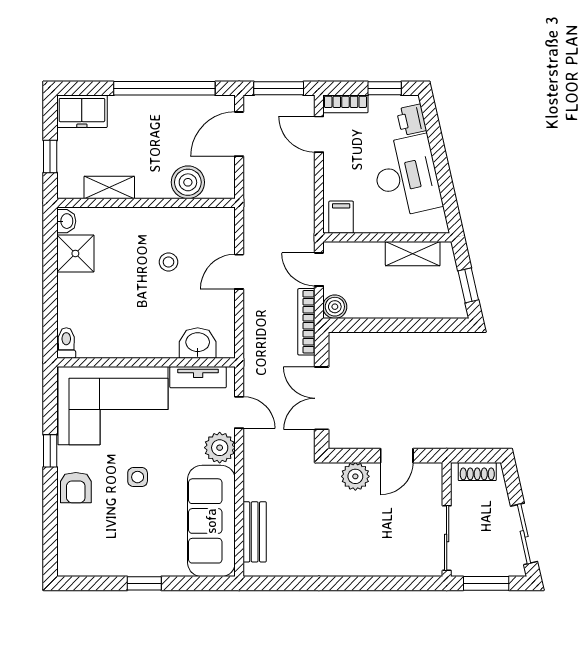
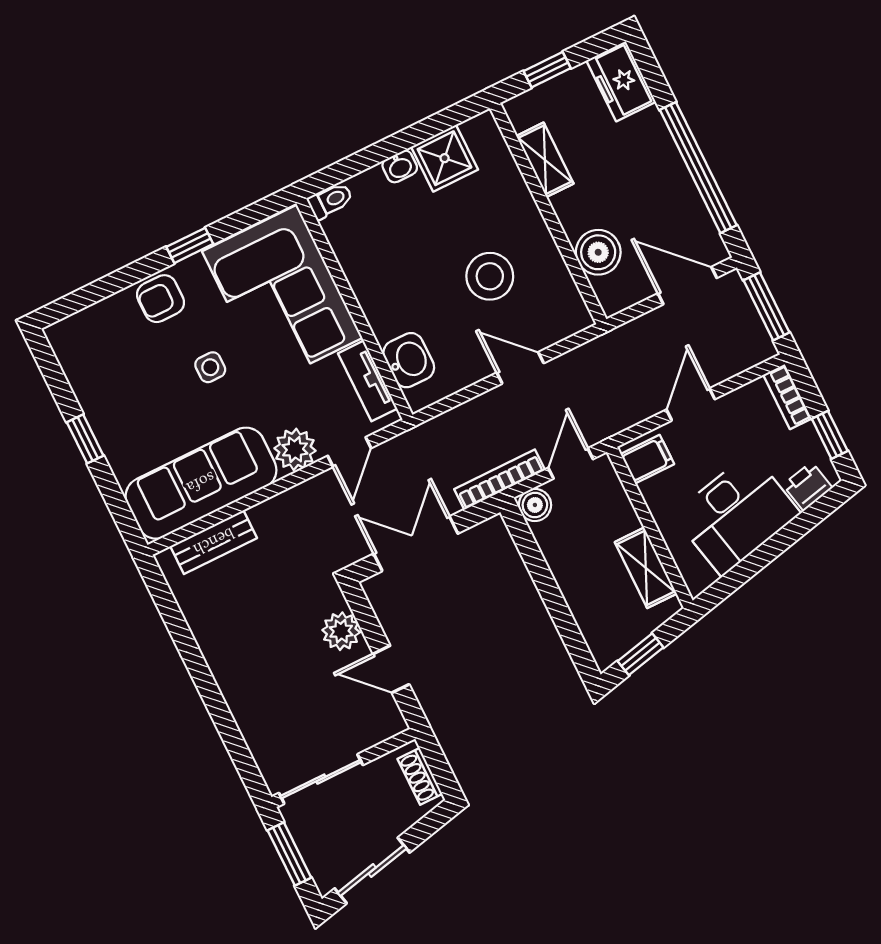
door: (319, 134) -> (691, 404), moved
washbasin: (66, 221) -> (400, 166), moved
stool: (168, 262) -> (490, 276), width x1.89, depth x1.89

